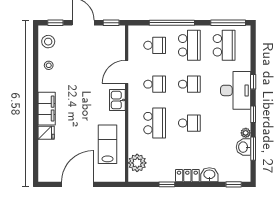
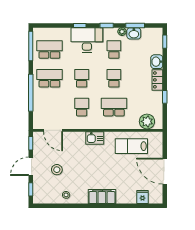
stool: (48, 42) -> (57, 170), moved
school desk: (155, 45) -> (114, 49), moved
door: (127, 72) -> (53, 130), moved
fridge: (46, 133) -> (143, 197), moved

